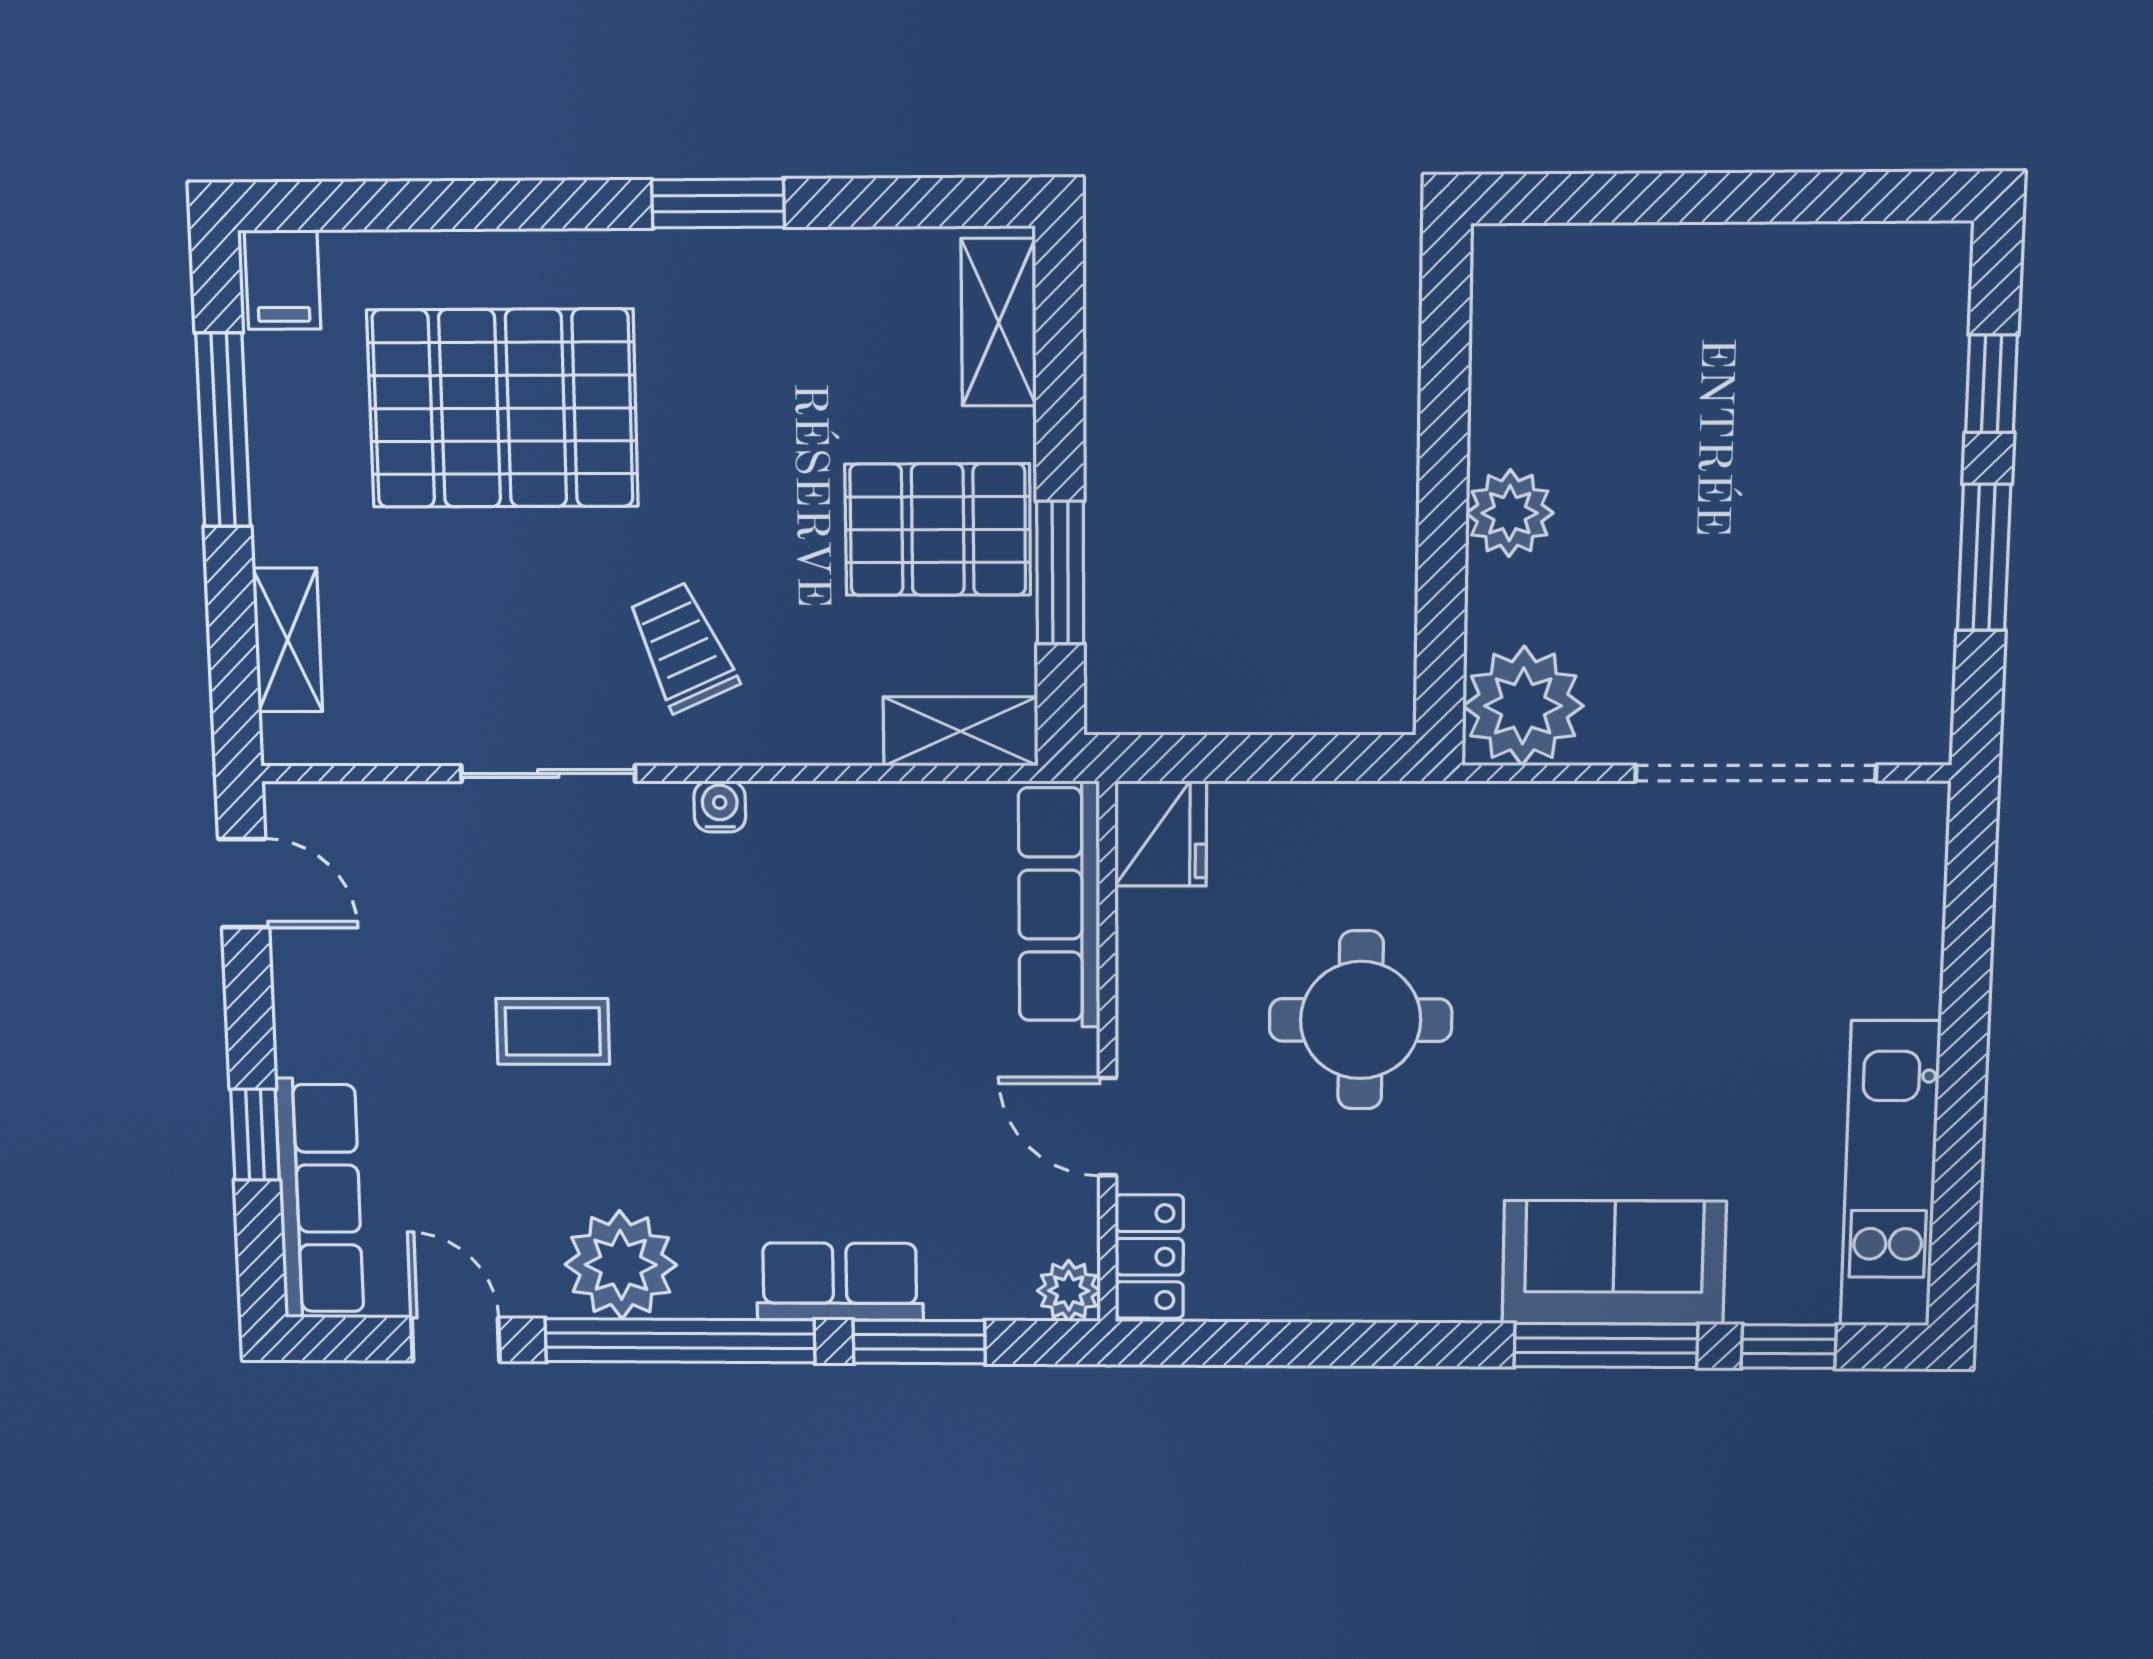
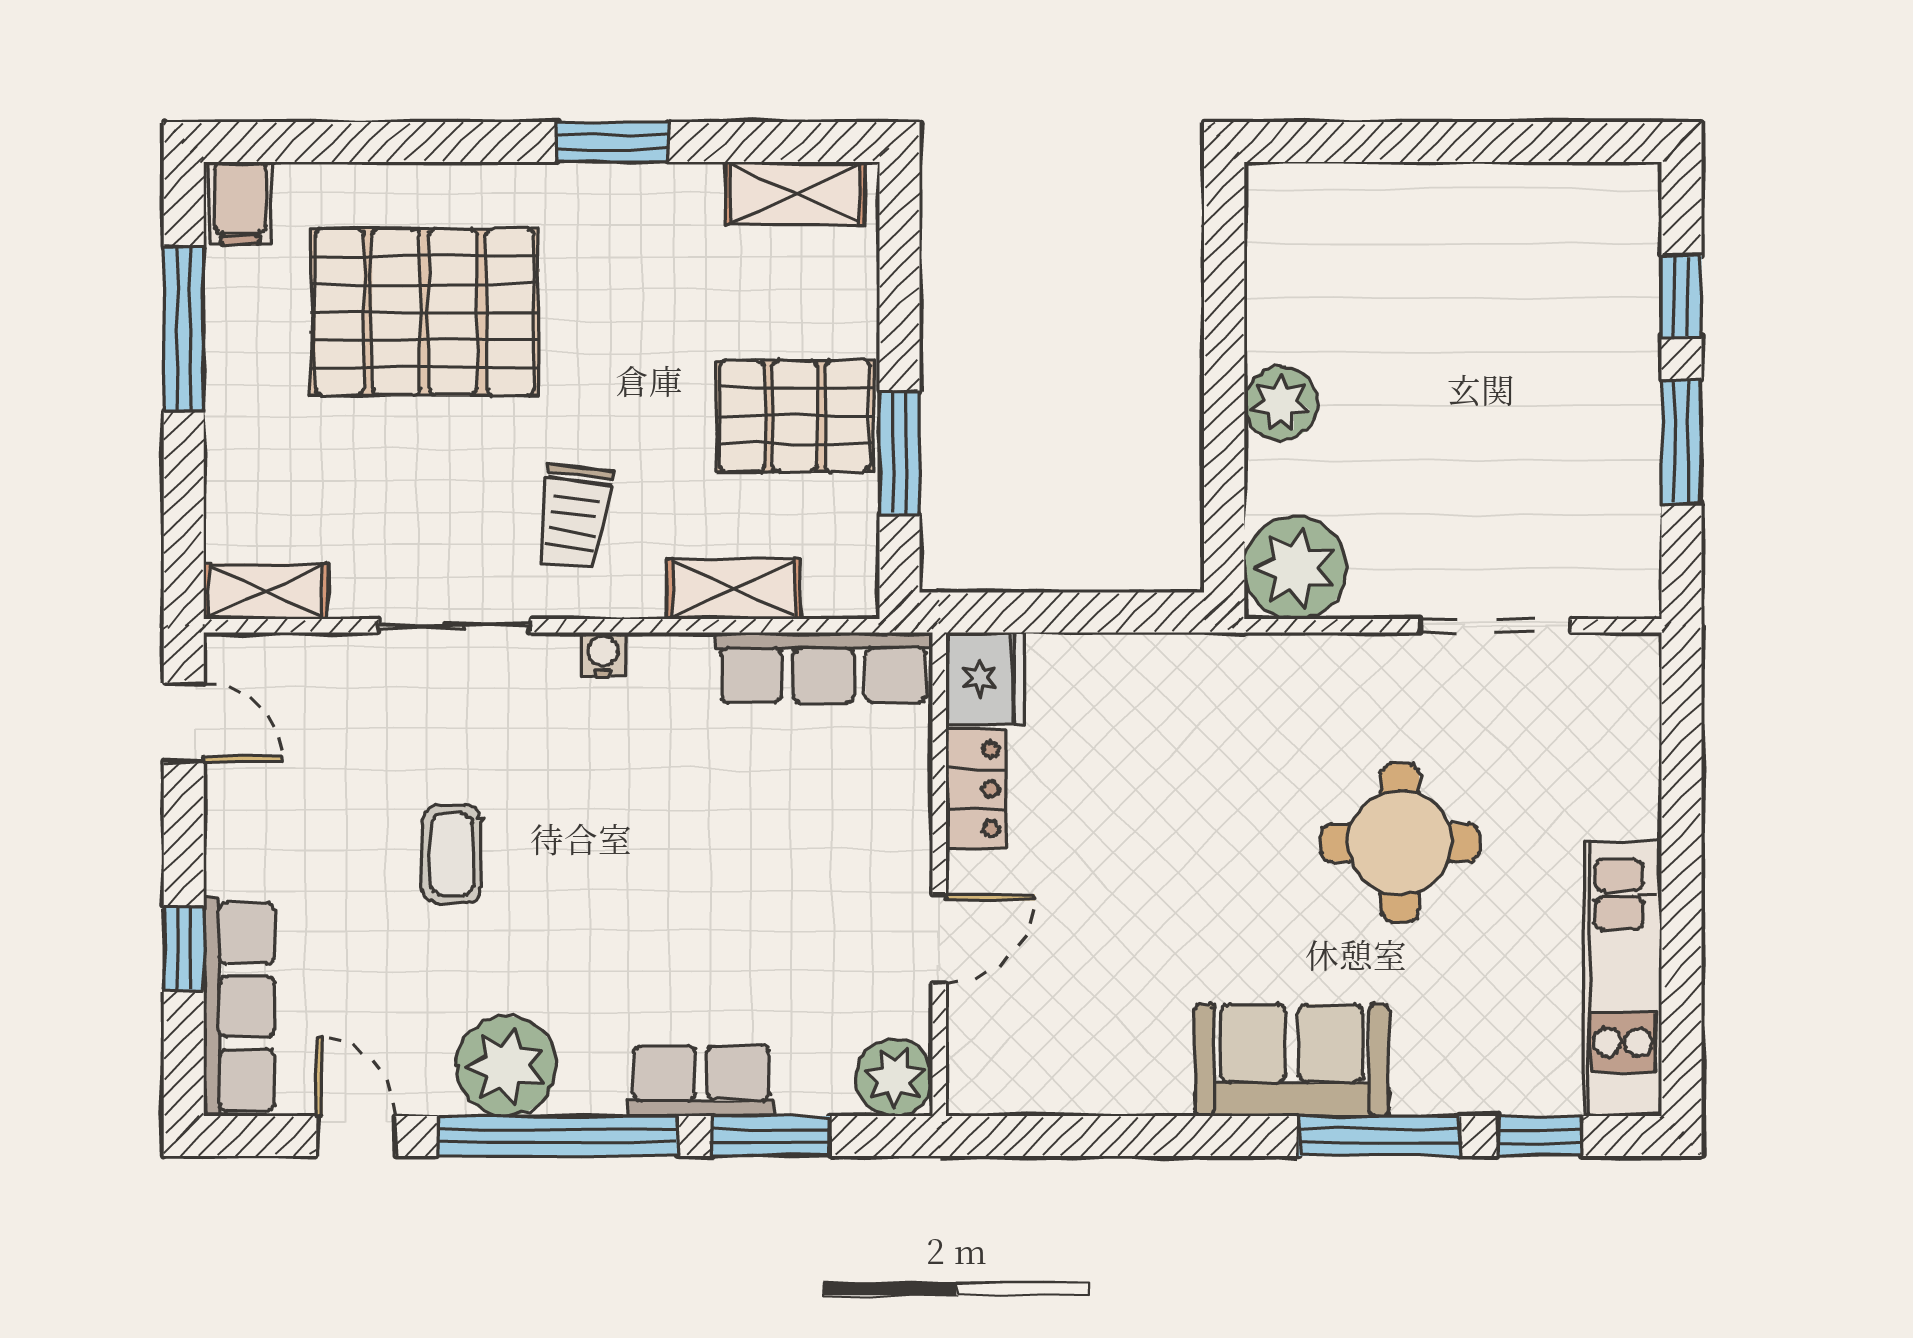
shelving: (999, 322) -> (795, 193), moved, turned 90
shelving: (288, 640) -> (266, 591), moved, turned 90
trolley: (683, 647) -> (574, 516), turned -148
shelving: (961, 731) -> (734, 589), moved
doorway: (1756, 773) -> (1495, 626), width x0.73
row of seats: (1059, 905) -> (824, 667), moved, turned -90
round table: (1361, 1020) -> (1400, 843), moved
coffee table: (553, 1031) -> (452, 854), turned 90
door: (1108, 1127) -> (939, 939), swing flipped
locker: (1149, 1257) -> (976, 789), moved
sofa: (1614, 1263) -> (1292, 1060), moved
plant: (1069, 1291) -> (894, 1078), width x1.38, depth x1.38

